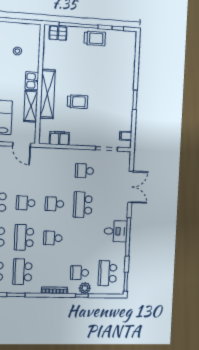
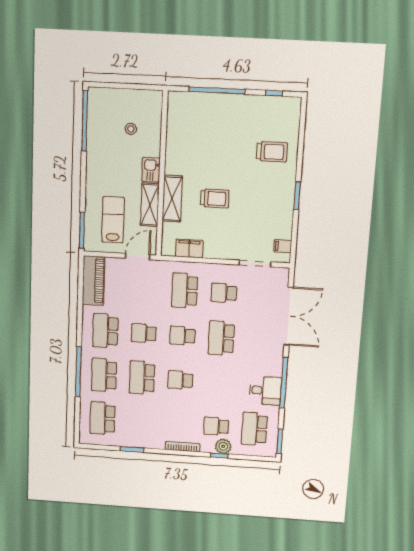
pallet: (58, 33) -> (187, 102), removed
trolley: (95, 38) -> (272, 152), moved
shelving: (48, 94) -> (172, 199), width x0.68
door: (22, 145) -> (138, 257), swing flipped
double door: (131, 187) -> (289, 316), width x1.36
desk: (116, 231) -> (265, 391), moved
school desk: (22, 272) -> (185, 290), moved

